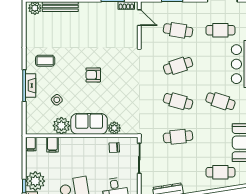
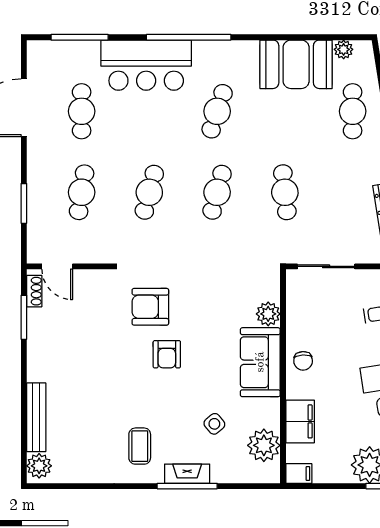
door: (139, 18) -> (57, 266), swing flipped
armchair: (118, 66) -> (150, 307), added
cafe table: (178, 66) -> (149, 192), turned 33
plant: (61, 126) -> (264, 445), moved
filing cabinet: (52, 145) -> (300, 421), width x2.00
chair: (114, 148) -> (303, 361), moved

